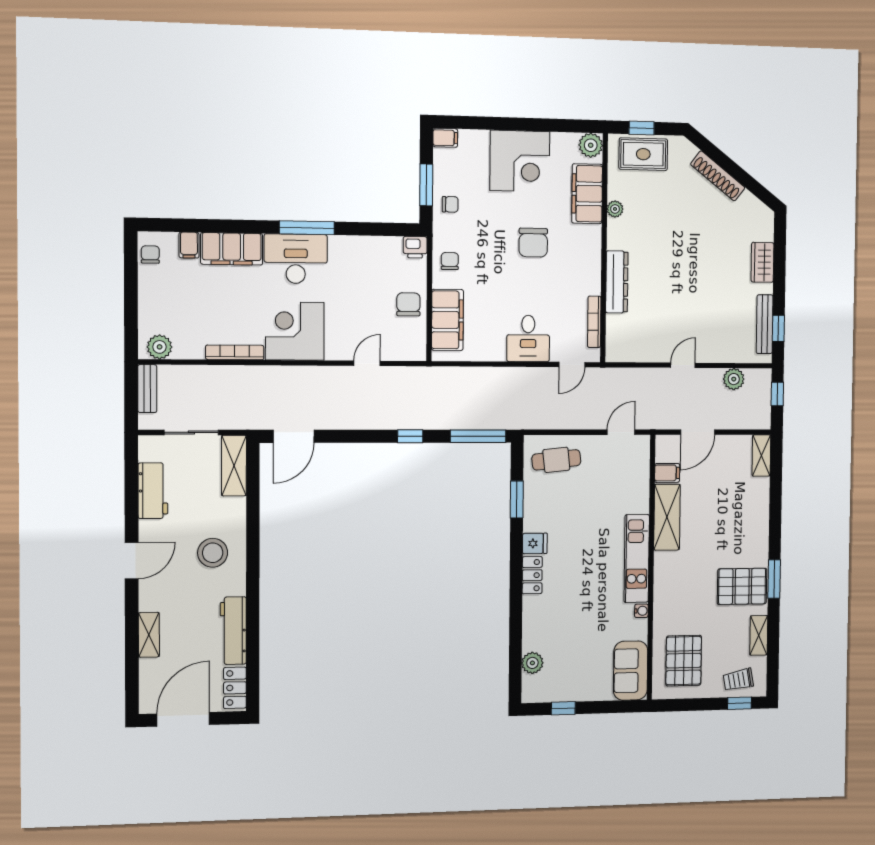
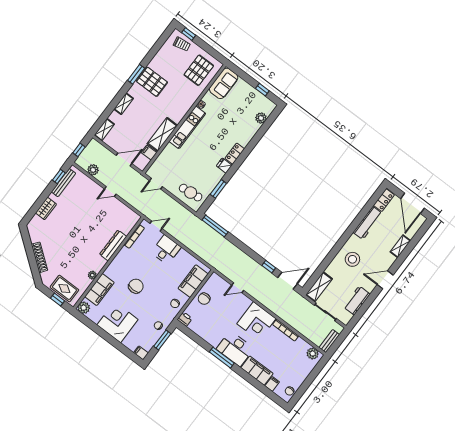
window: (410, 436) -> (269, 267), moved
shelving: (759, 635) -> (124, 104), moved
door: (183, 719) -> (412, 203), hinge flipped

